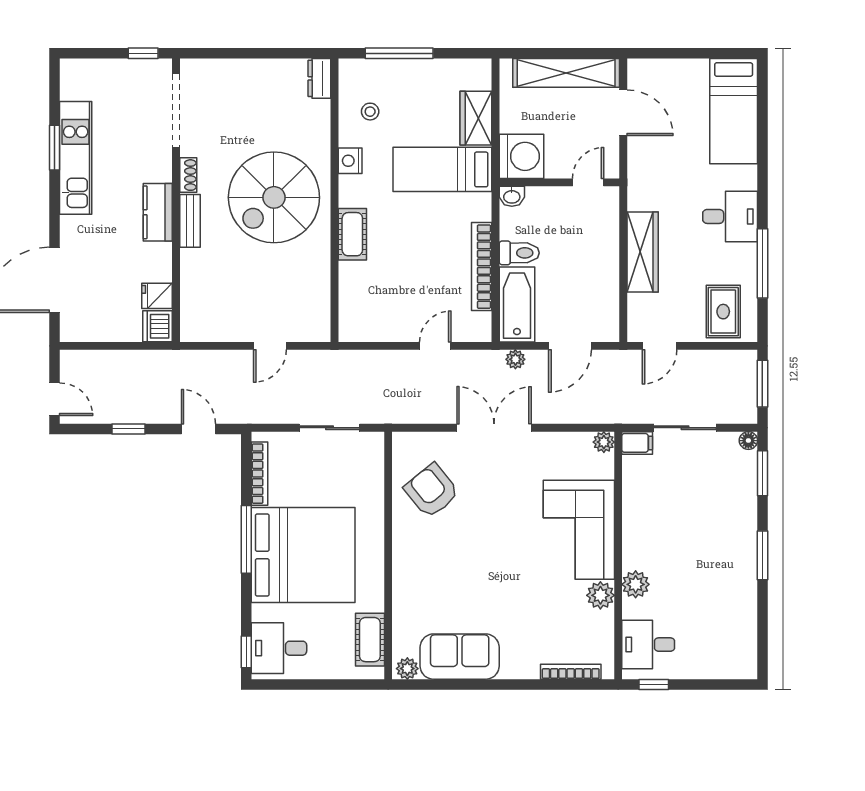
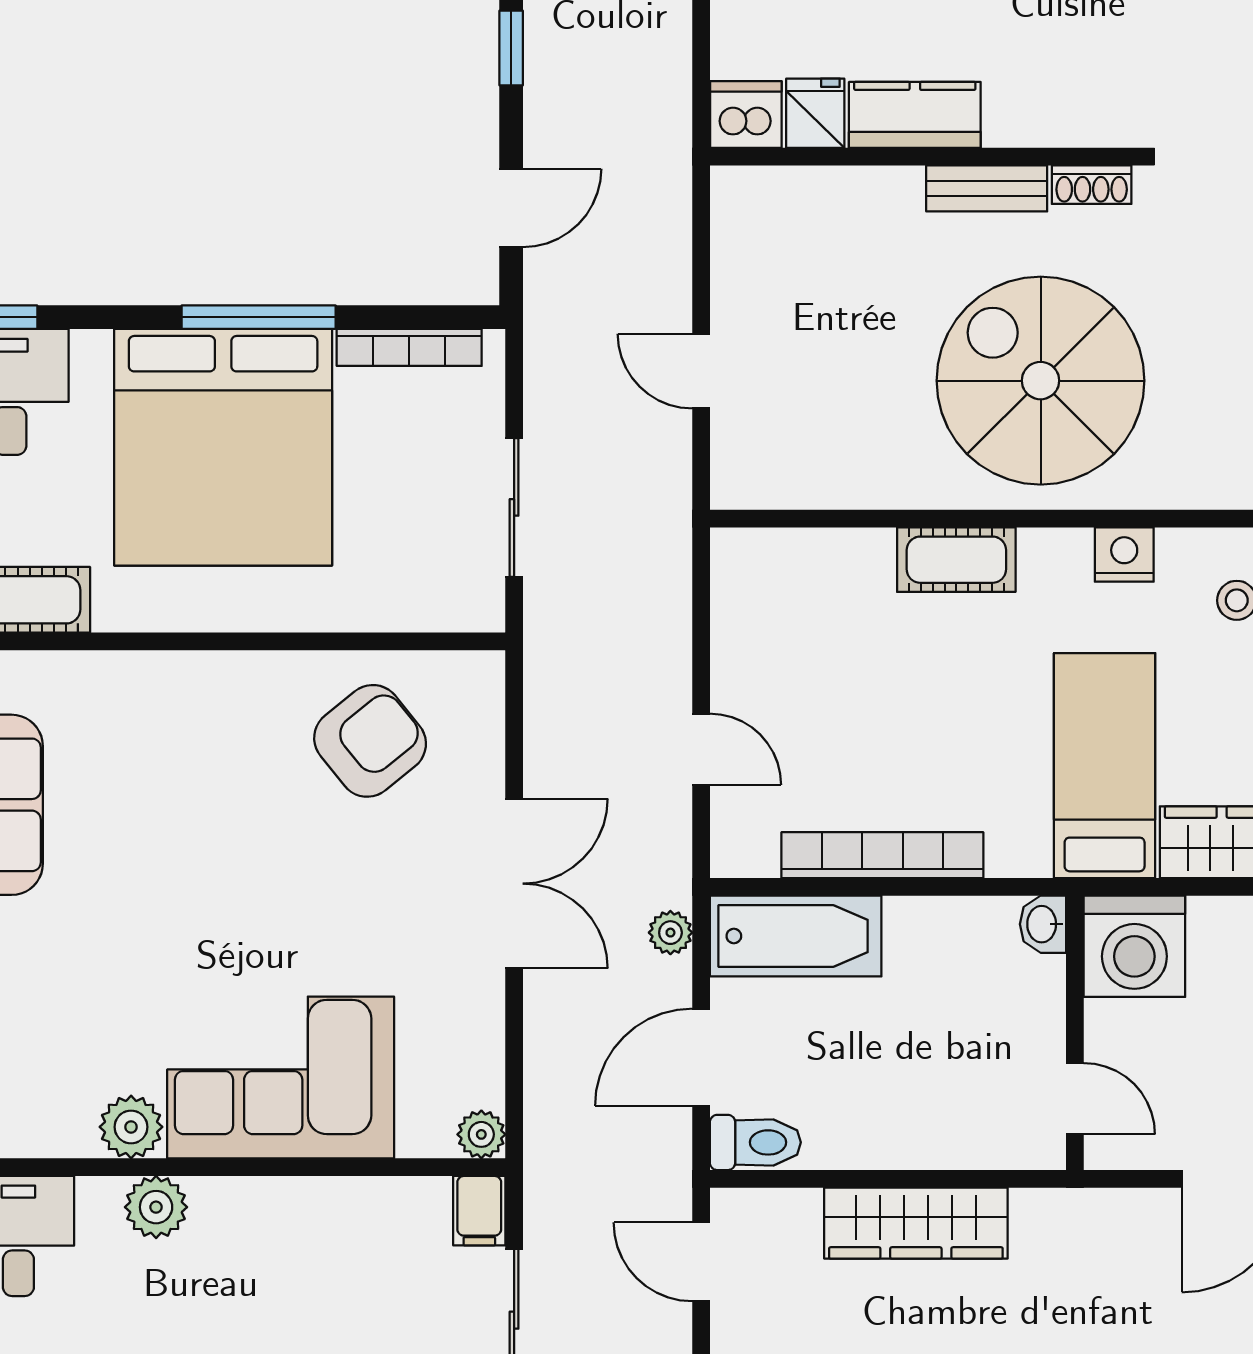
kitchen counter: (158, 212) -> (915, 115), moved
toilet: (519, 253) -> (755, 1142), moved, turned -90
door: (570, 346) -> (701, 1057), hinge flipped

